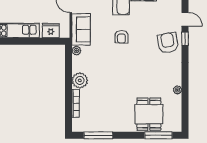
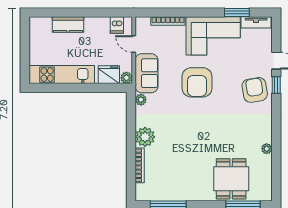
plant: (65, 33) -> (126, 78), added
armchair: (121, 37) -> (197, 82), width x1.88, depth x1.88

